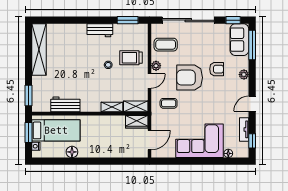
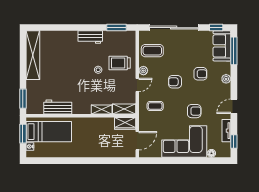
armchair: (190, 78) -> (175, 82), width x0.53, depth x0.53
armchair: (210, 109) -> (194, 111), added
floor lamp: (72, 152) -> (64, 152), removed

